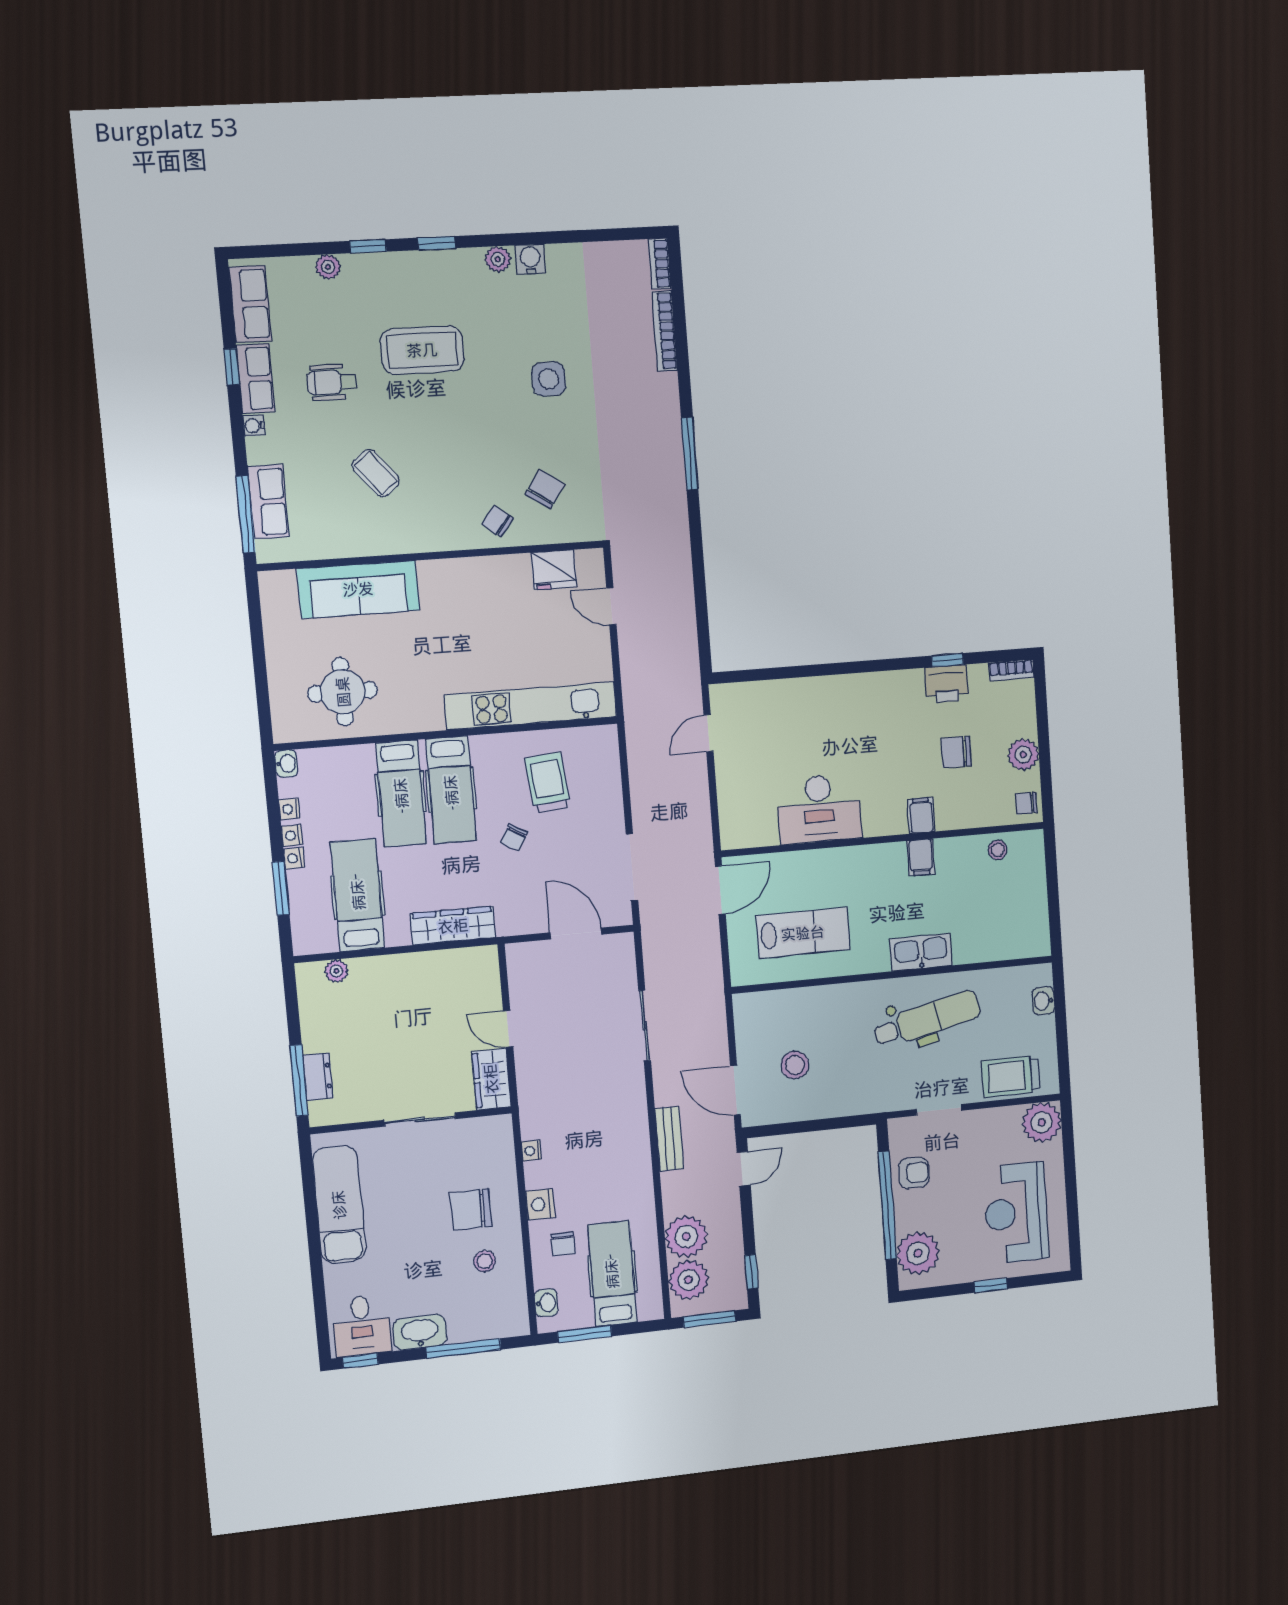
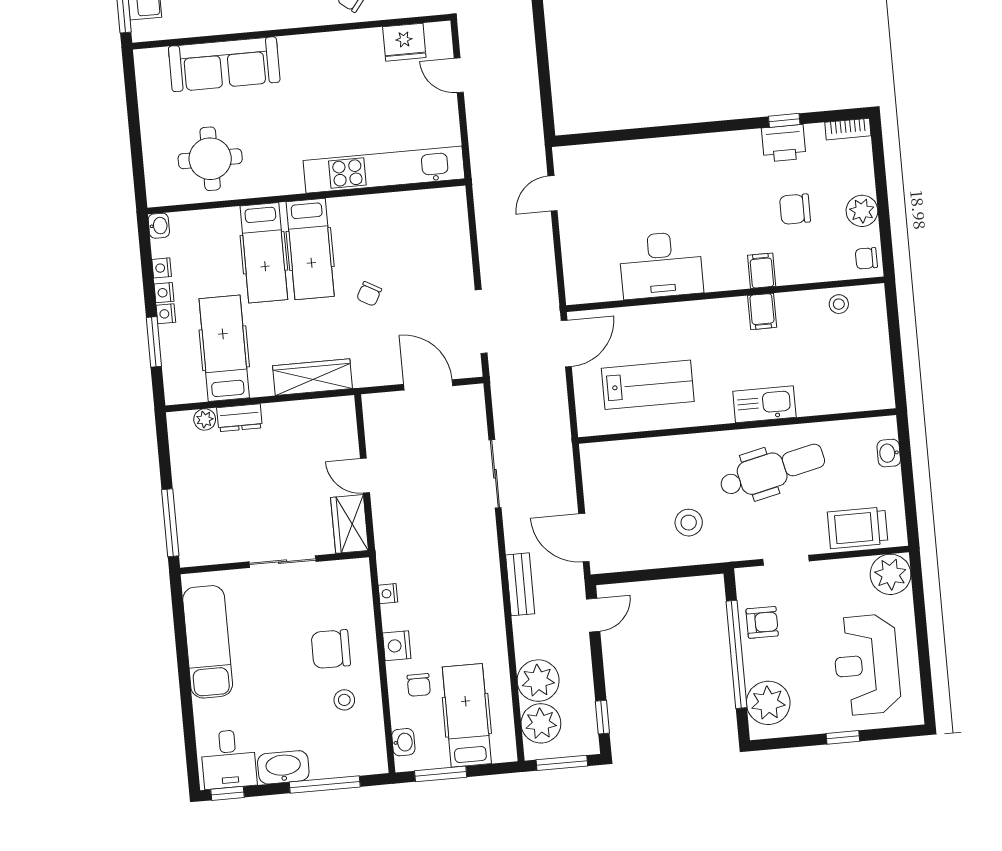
trolley: (548, 783) -> (400, 242), removed
stool: (795, 1065) -> (689, 523), moved
dresser: (318, 1077) -> (239, 418), moved, turned 90

